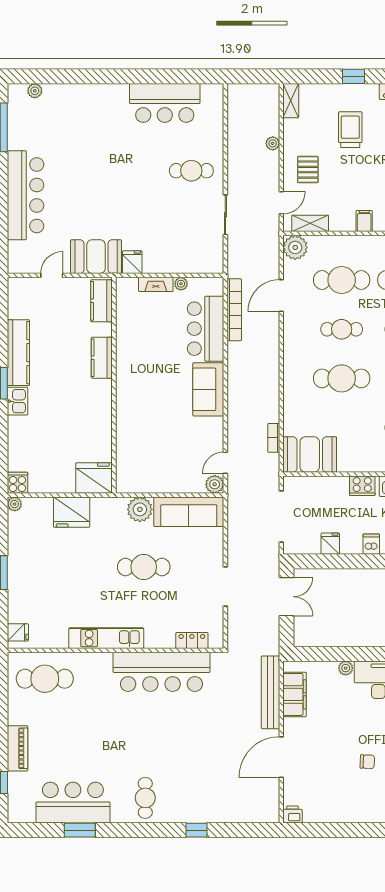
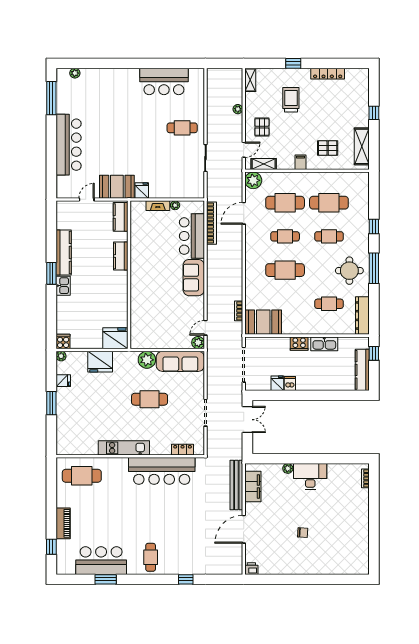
dishwasher: (371, 544) -> (290, 384), moved
fridge: (18, 632) -> (63, 381), moved

